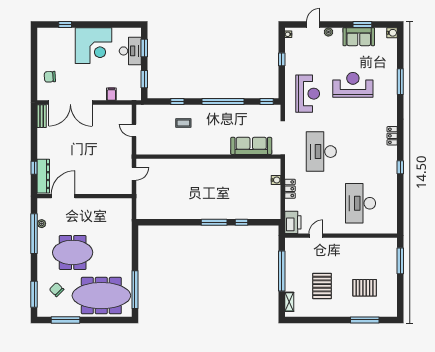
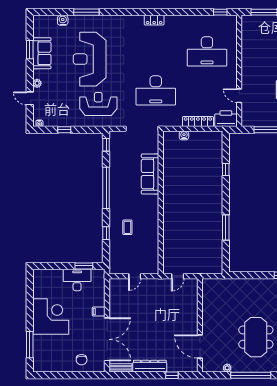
window: (65, 24) -> (30, 345), width x2.17
water cooler: (392, 33) -> (63, 20), moved
window: (144, 48) -> (53, 266), removed
desk: (130, 51) -> (77, 280), moved
reception desk: (353, 85) -> (90, 59), width x1.36, depth x1.30
filing cabinet: (111, 94) -> (99, 312), moved
locker: (392, 136) -> (154, 20), moved
sofa: (251, 146) -> (150, 174), moved
window: (400, 167) -> (220, 12), moved
door: (134, 174) -> (178, 276), swing flipped
dresser: (43, 176) -> (150, 366), moved
locker: (290, 189) -> (198, 122), width x1.53
window: (214, 222) -> (226, 228), moved
window: (34, 234) -> (251, 375), moved

